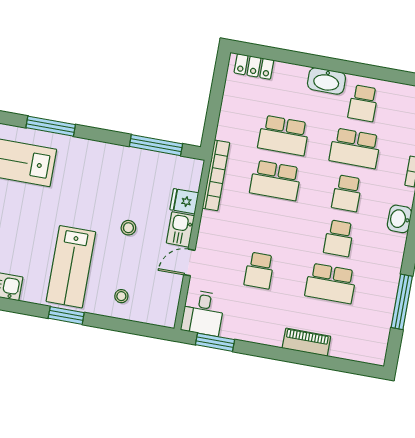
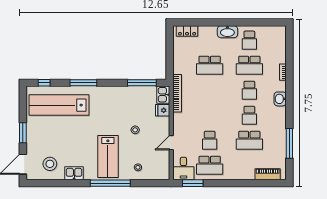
school desk: (275, 180) -> (210, 165), moved
kitchen sink: (180, 229) -> (163, 95), moved
window: (66, 315) -> (110, 183), width x2.11
piano: (306, 342) -> (268, 174), moved

